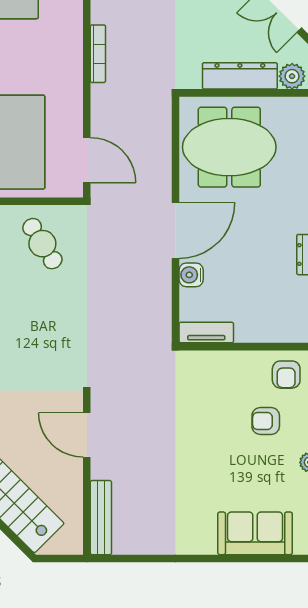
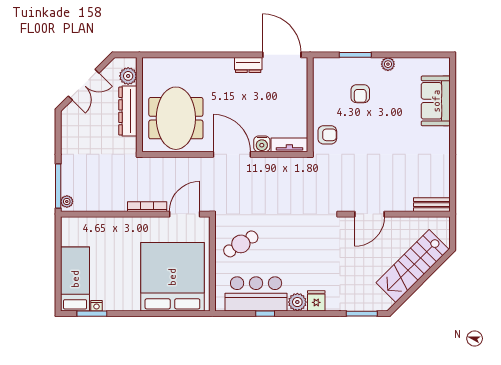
bookcase: (98, 54) -> (147, 207), moved
tv unit: (206, 333) -> (289, 145), moved, turned 90
armchair: (286, 375) -> (327, 135), moved
bench: (101, 518) -> (432, 205), width x0.73

